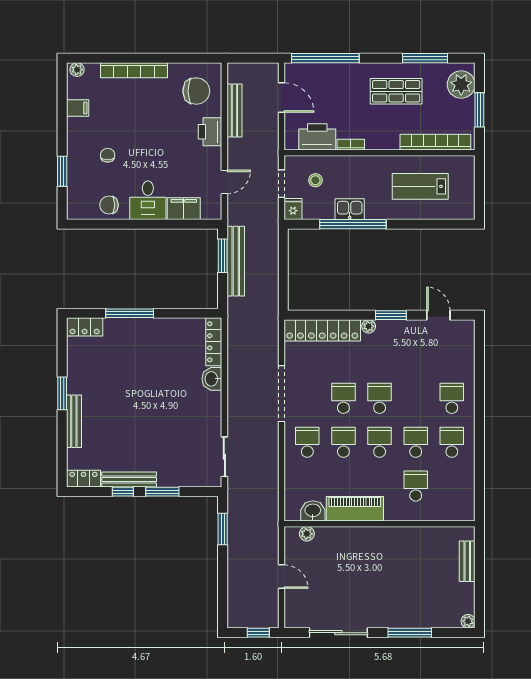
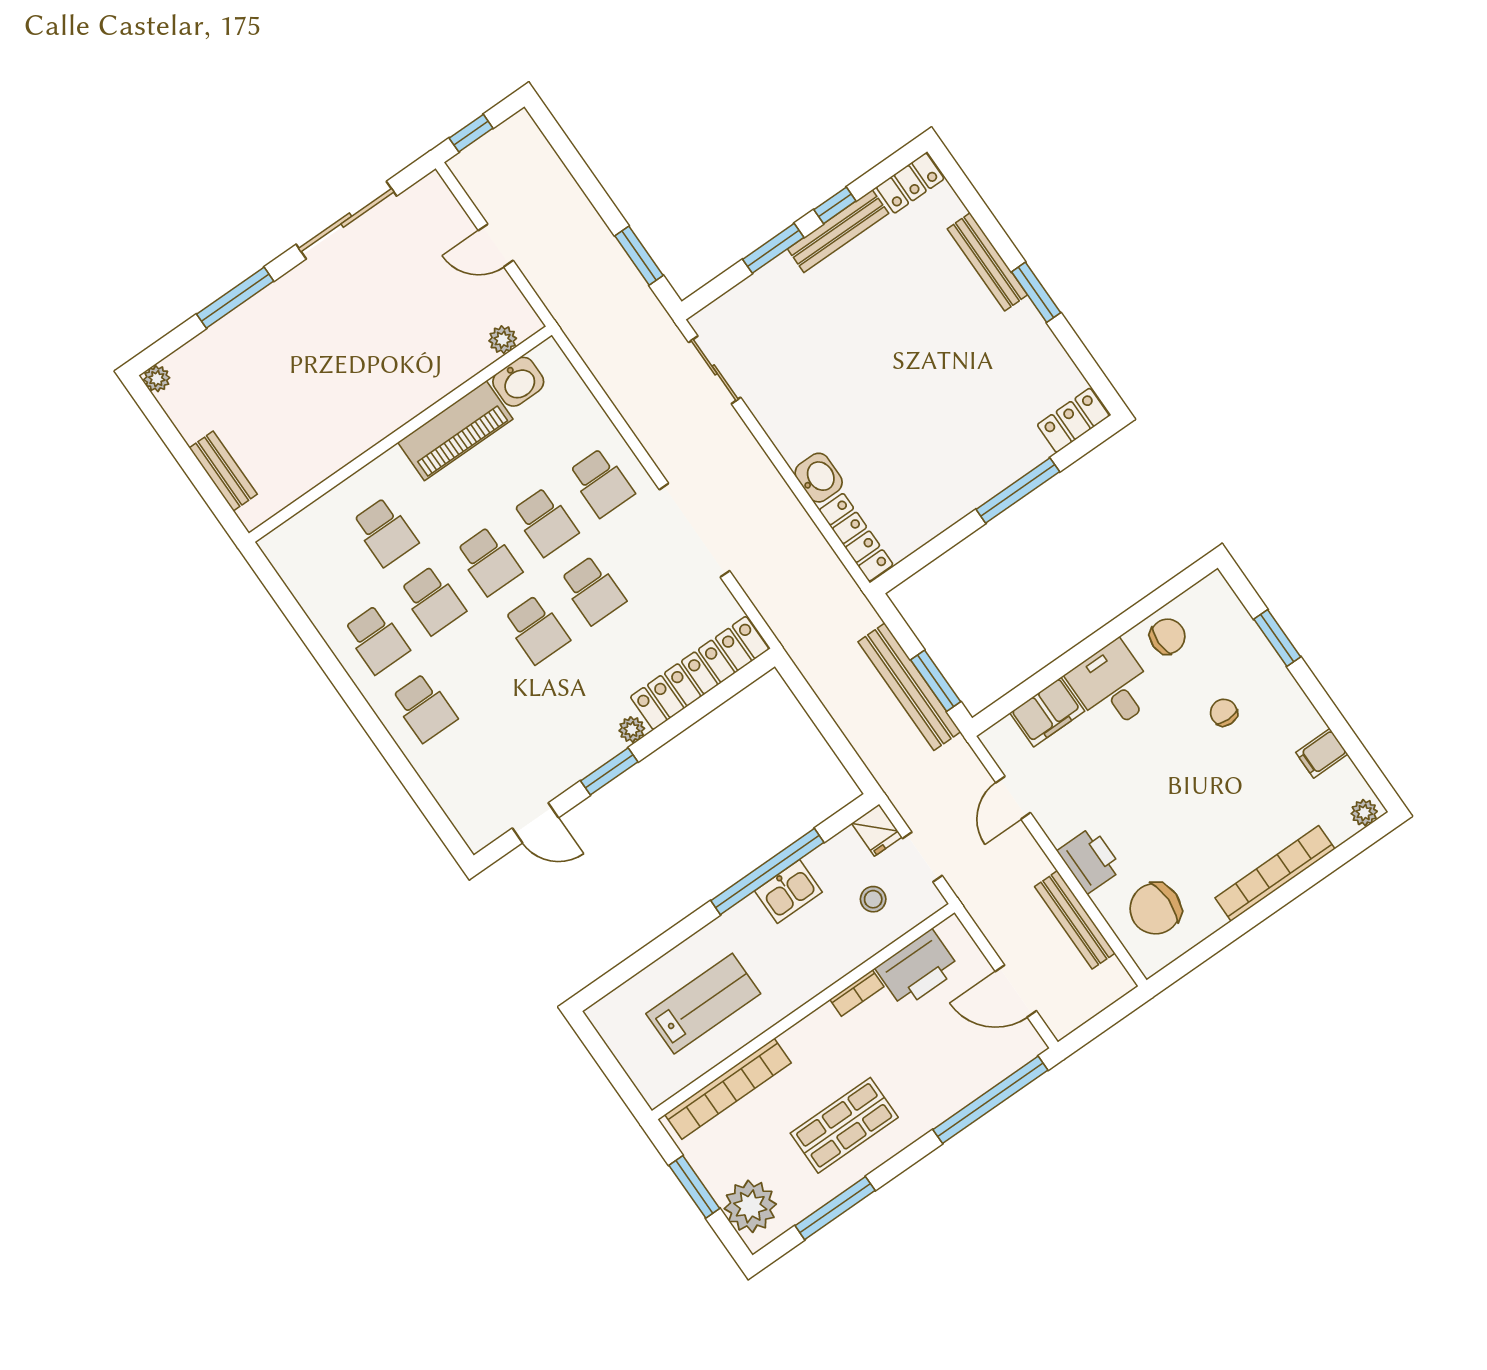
chair: (108, 155) -> (1224, 713), turned 180

